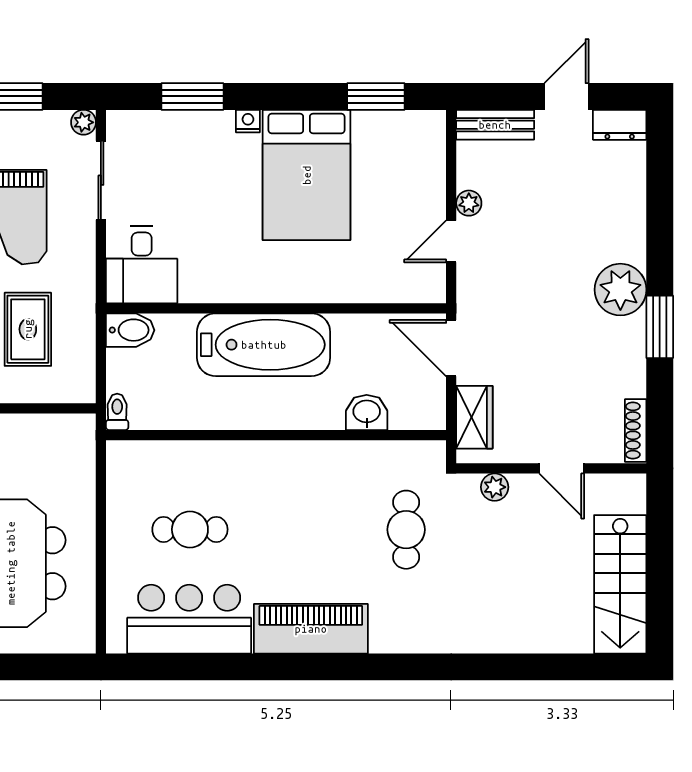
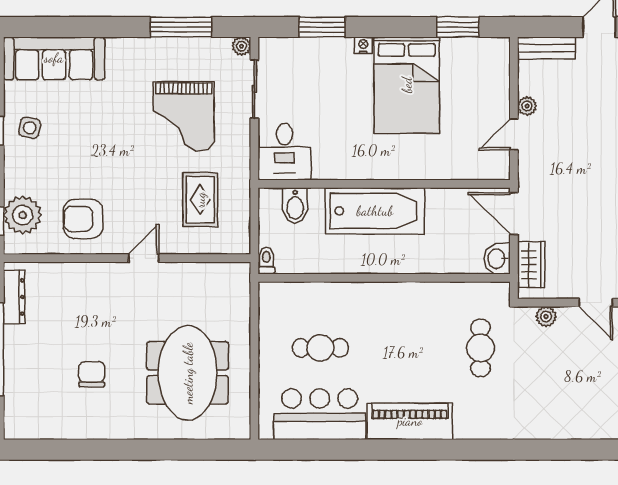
bidet: (130, 330) -> (295, 206), moved, turned 90
washbasin: (367, 412) -> (497, 259), moved, turned -90

